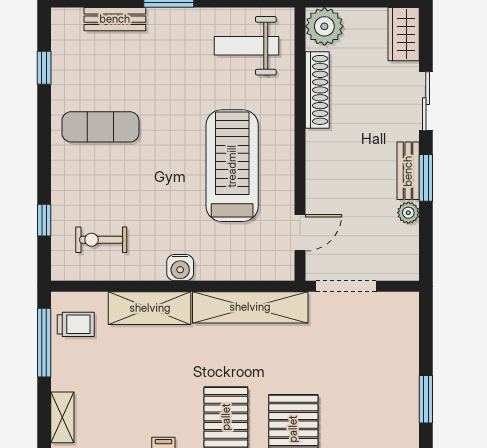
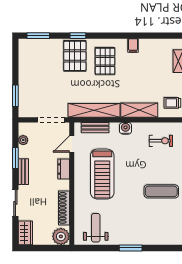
bench: (115, 19) -> (95, 128), moved
weight bench: (247, 46) -> (96, 228), turned -90
dresser: (318, 177) -> (64, 169), added
window: (426, 178) -> (15, 158), moved
plant: (408, 213) -> (23, 140), moved
window: (426, 399) -> (15, 96), moved

